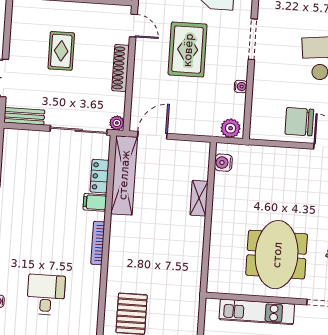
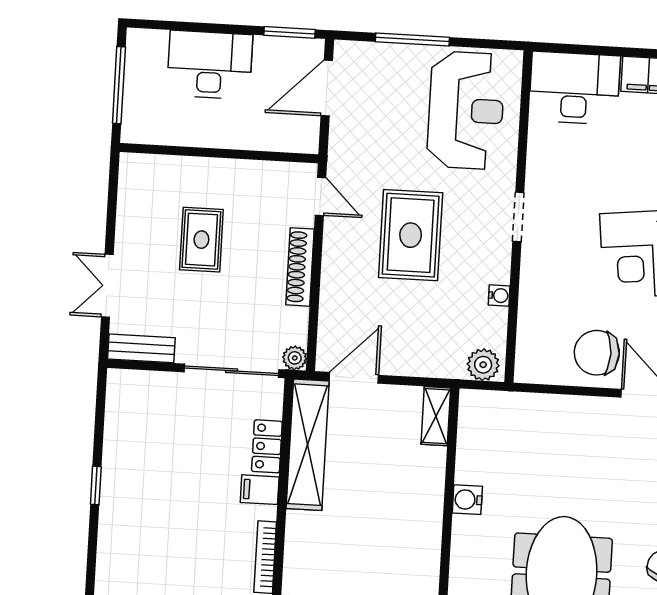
doorway: (253, 39) -> (518, 217), width x0.73
water cooler: (223, 163) -> (467, 500), moved
shelving: (199, 198) -> (436, 416), moved

